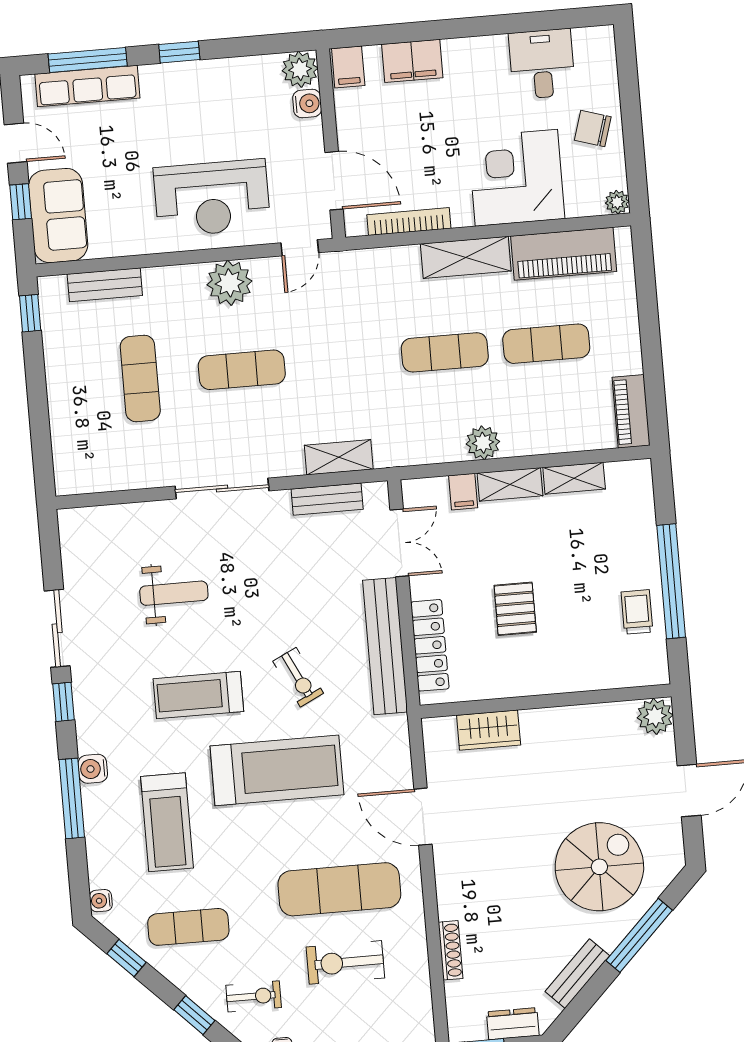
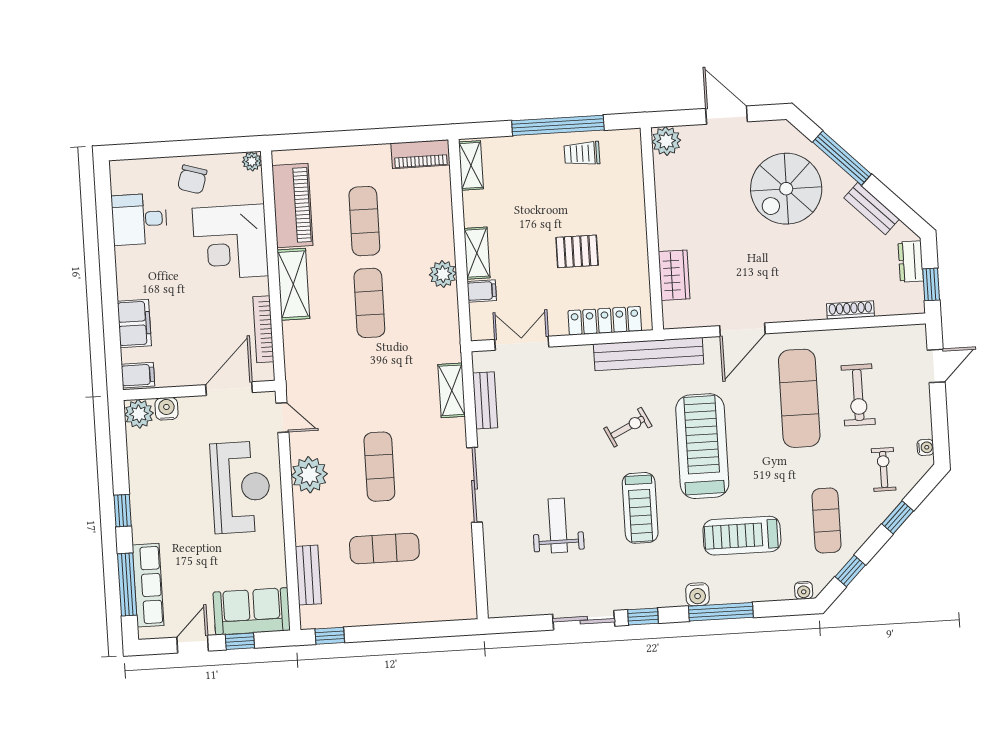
shelving: (574, 478) -> (471, 165), moved
bench: (385, 646) -> (649, 354), moved
treadmill: (167, 822) -> (742, 536), turned 180
spiral stairs: (599, 867) -> (786, 189), turned -90

